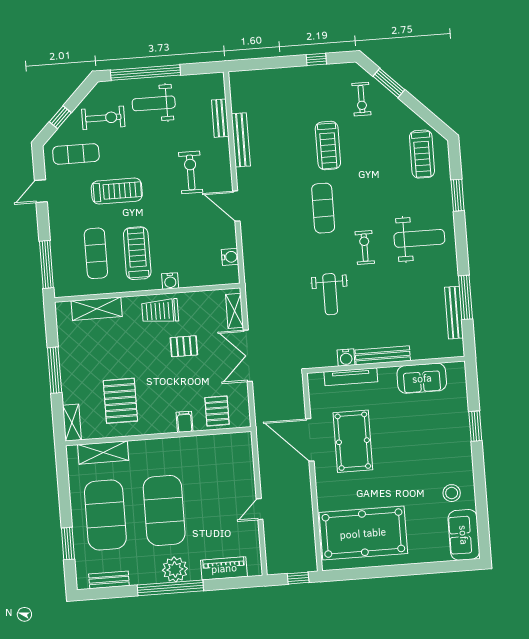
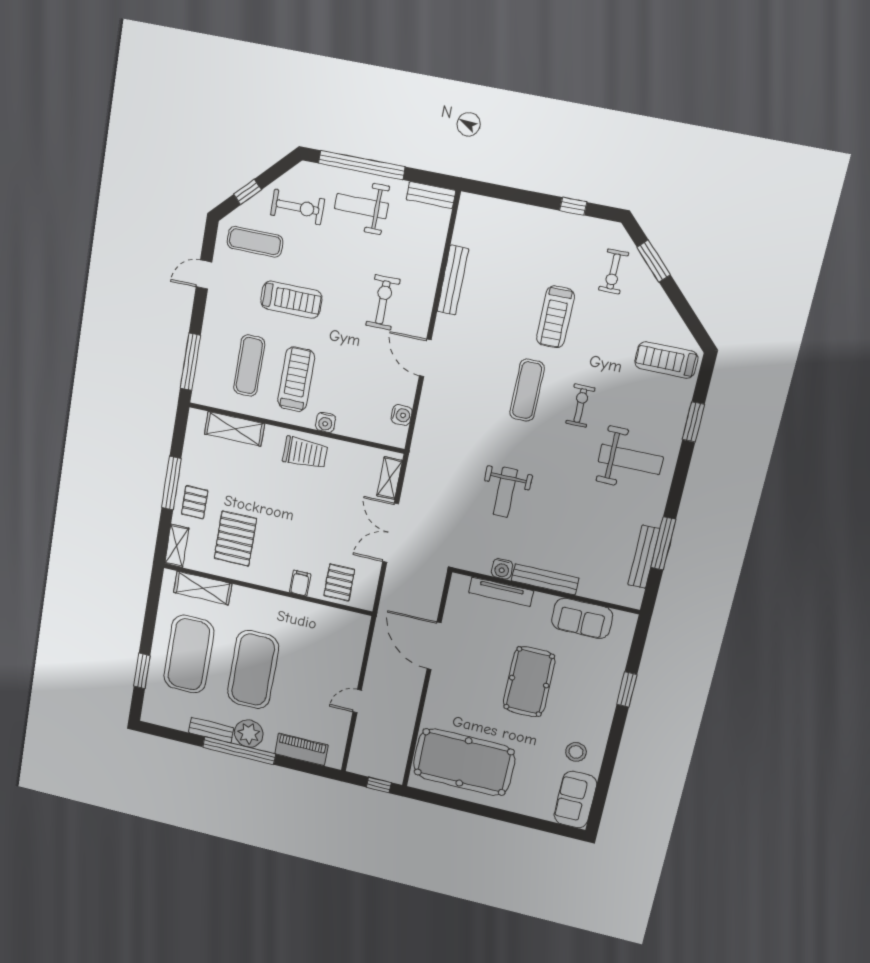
bench: (220, 118) -> (431, 195), moved, turned 90
treadmill: (422, 154) -> (666, 360), turned 90
exercise bike: (365, 248) -> (580, 406), moved
trolley: (160, 311) -> (305, 453), turned 180
pallet: (184, 346) -> (195, 502), moved, turned 90
pool table: (353, 441) -> (529, 682), moved
bench: (109, 580) -> (211, 730), moved

